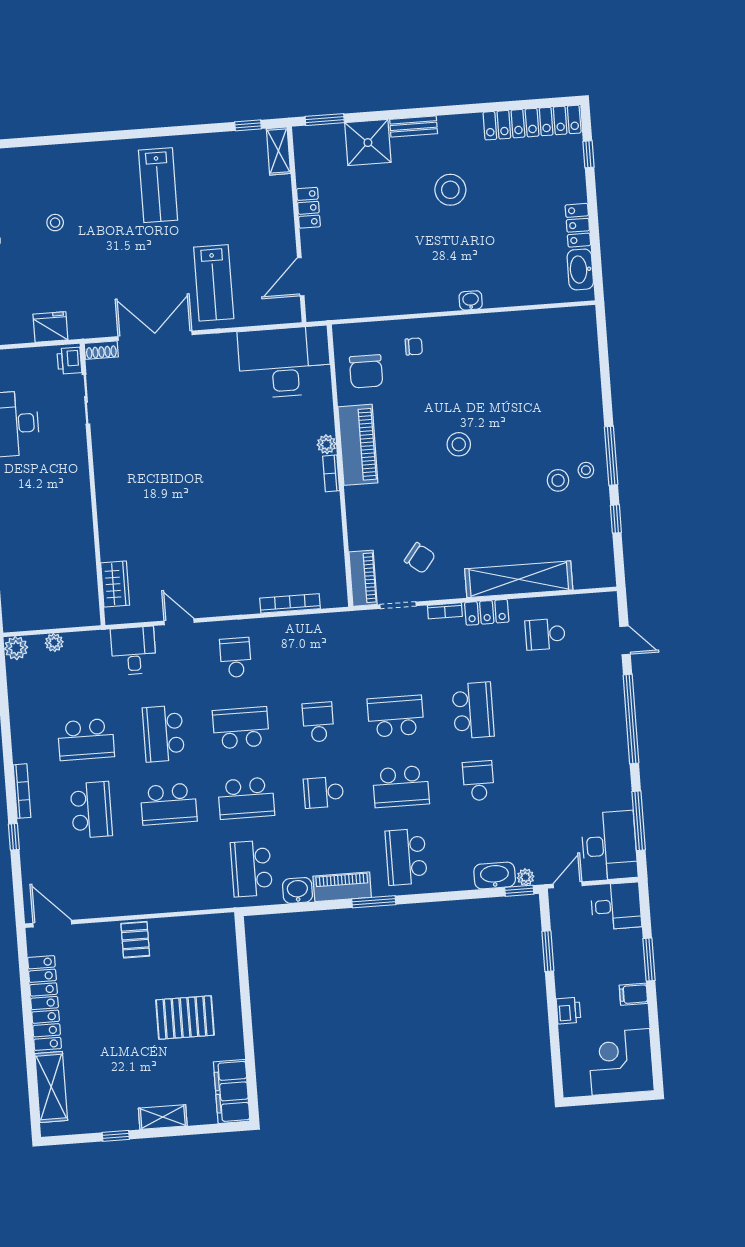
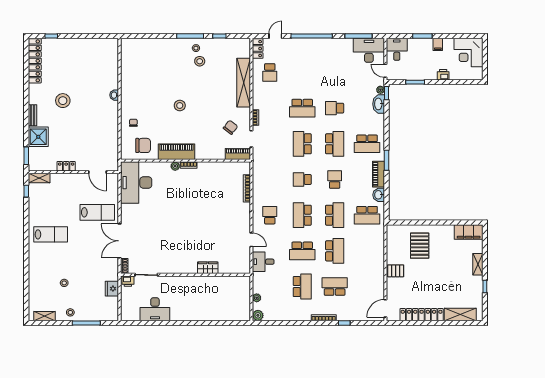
locker: (578, 225) -> (83, 43), removed
washbasin: (580, 269) -> (104, 44), removed
wardrobe: (115, 584) -> (208, 268), moved
locker: (487, 612) -> (258, 49), moved
door: (179, 622) -> (251, 240), swing flipped
school desk: (236, 658) -> (270, 215), turned 90
school desk: (473, 710) -> (302, 108), turned 180
school desk: (323, 792) -> (335, 179), turned 180
pallet: (185, 1018) -> (420, 246), moved

